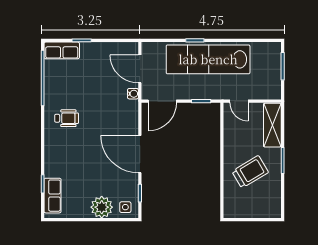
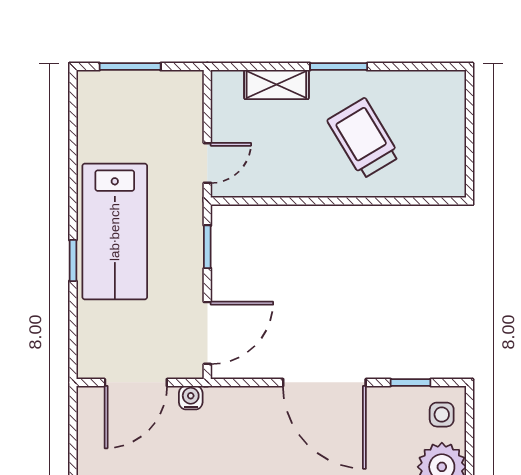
lab bench: (208, 59) -> (115, 232), width x0.73
door: (162, 101) -> (207, 333), hinge flipped
shelving: (272, 125) -> (276, 84), width x0.67, depth x0.75
door: (140, 154) -> (324, 382), hinge flipped

